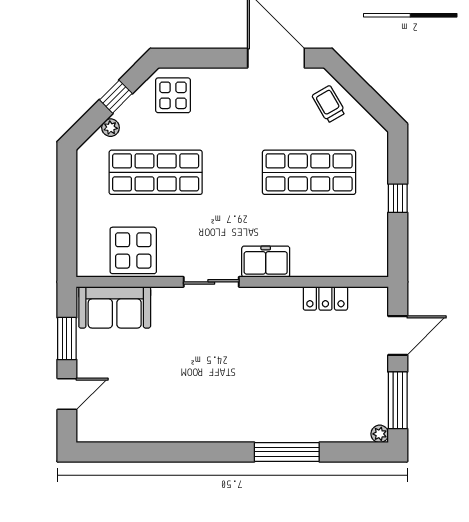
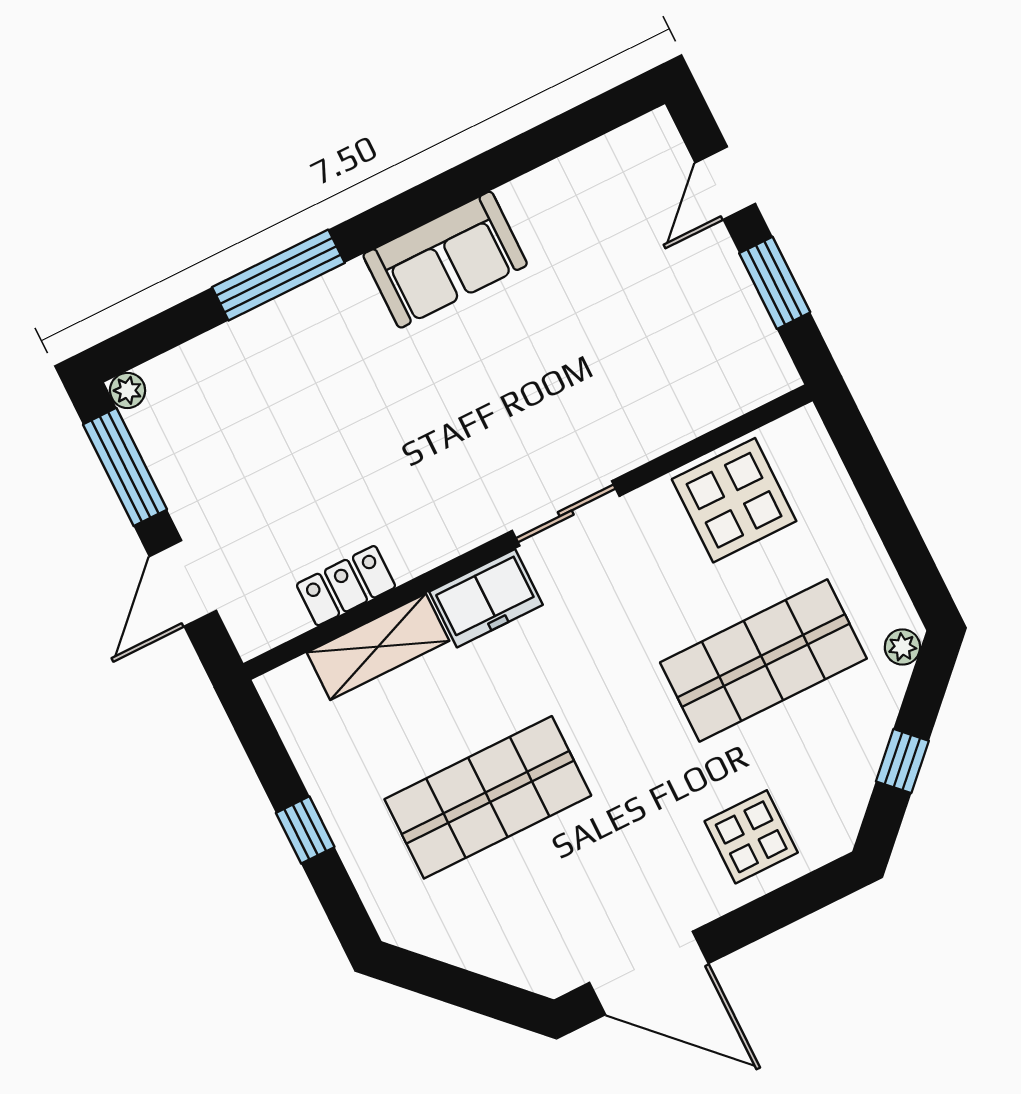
display table: (173, 95) -> (751, 837), moved
trolley: (329, 104) -> (513, 938), removed
plant: (111, 128) -> (902, 647), moved
shelving: (325, 264) -> (378, 647), added
sofa: (115, 307) -> (445, 260), moved, turned 180

